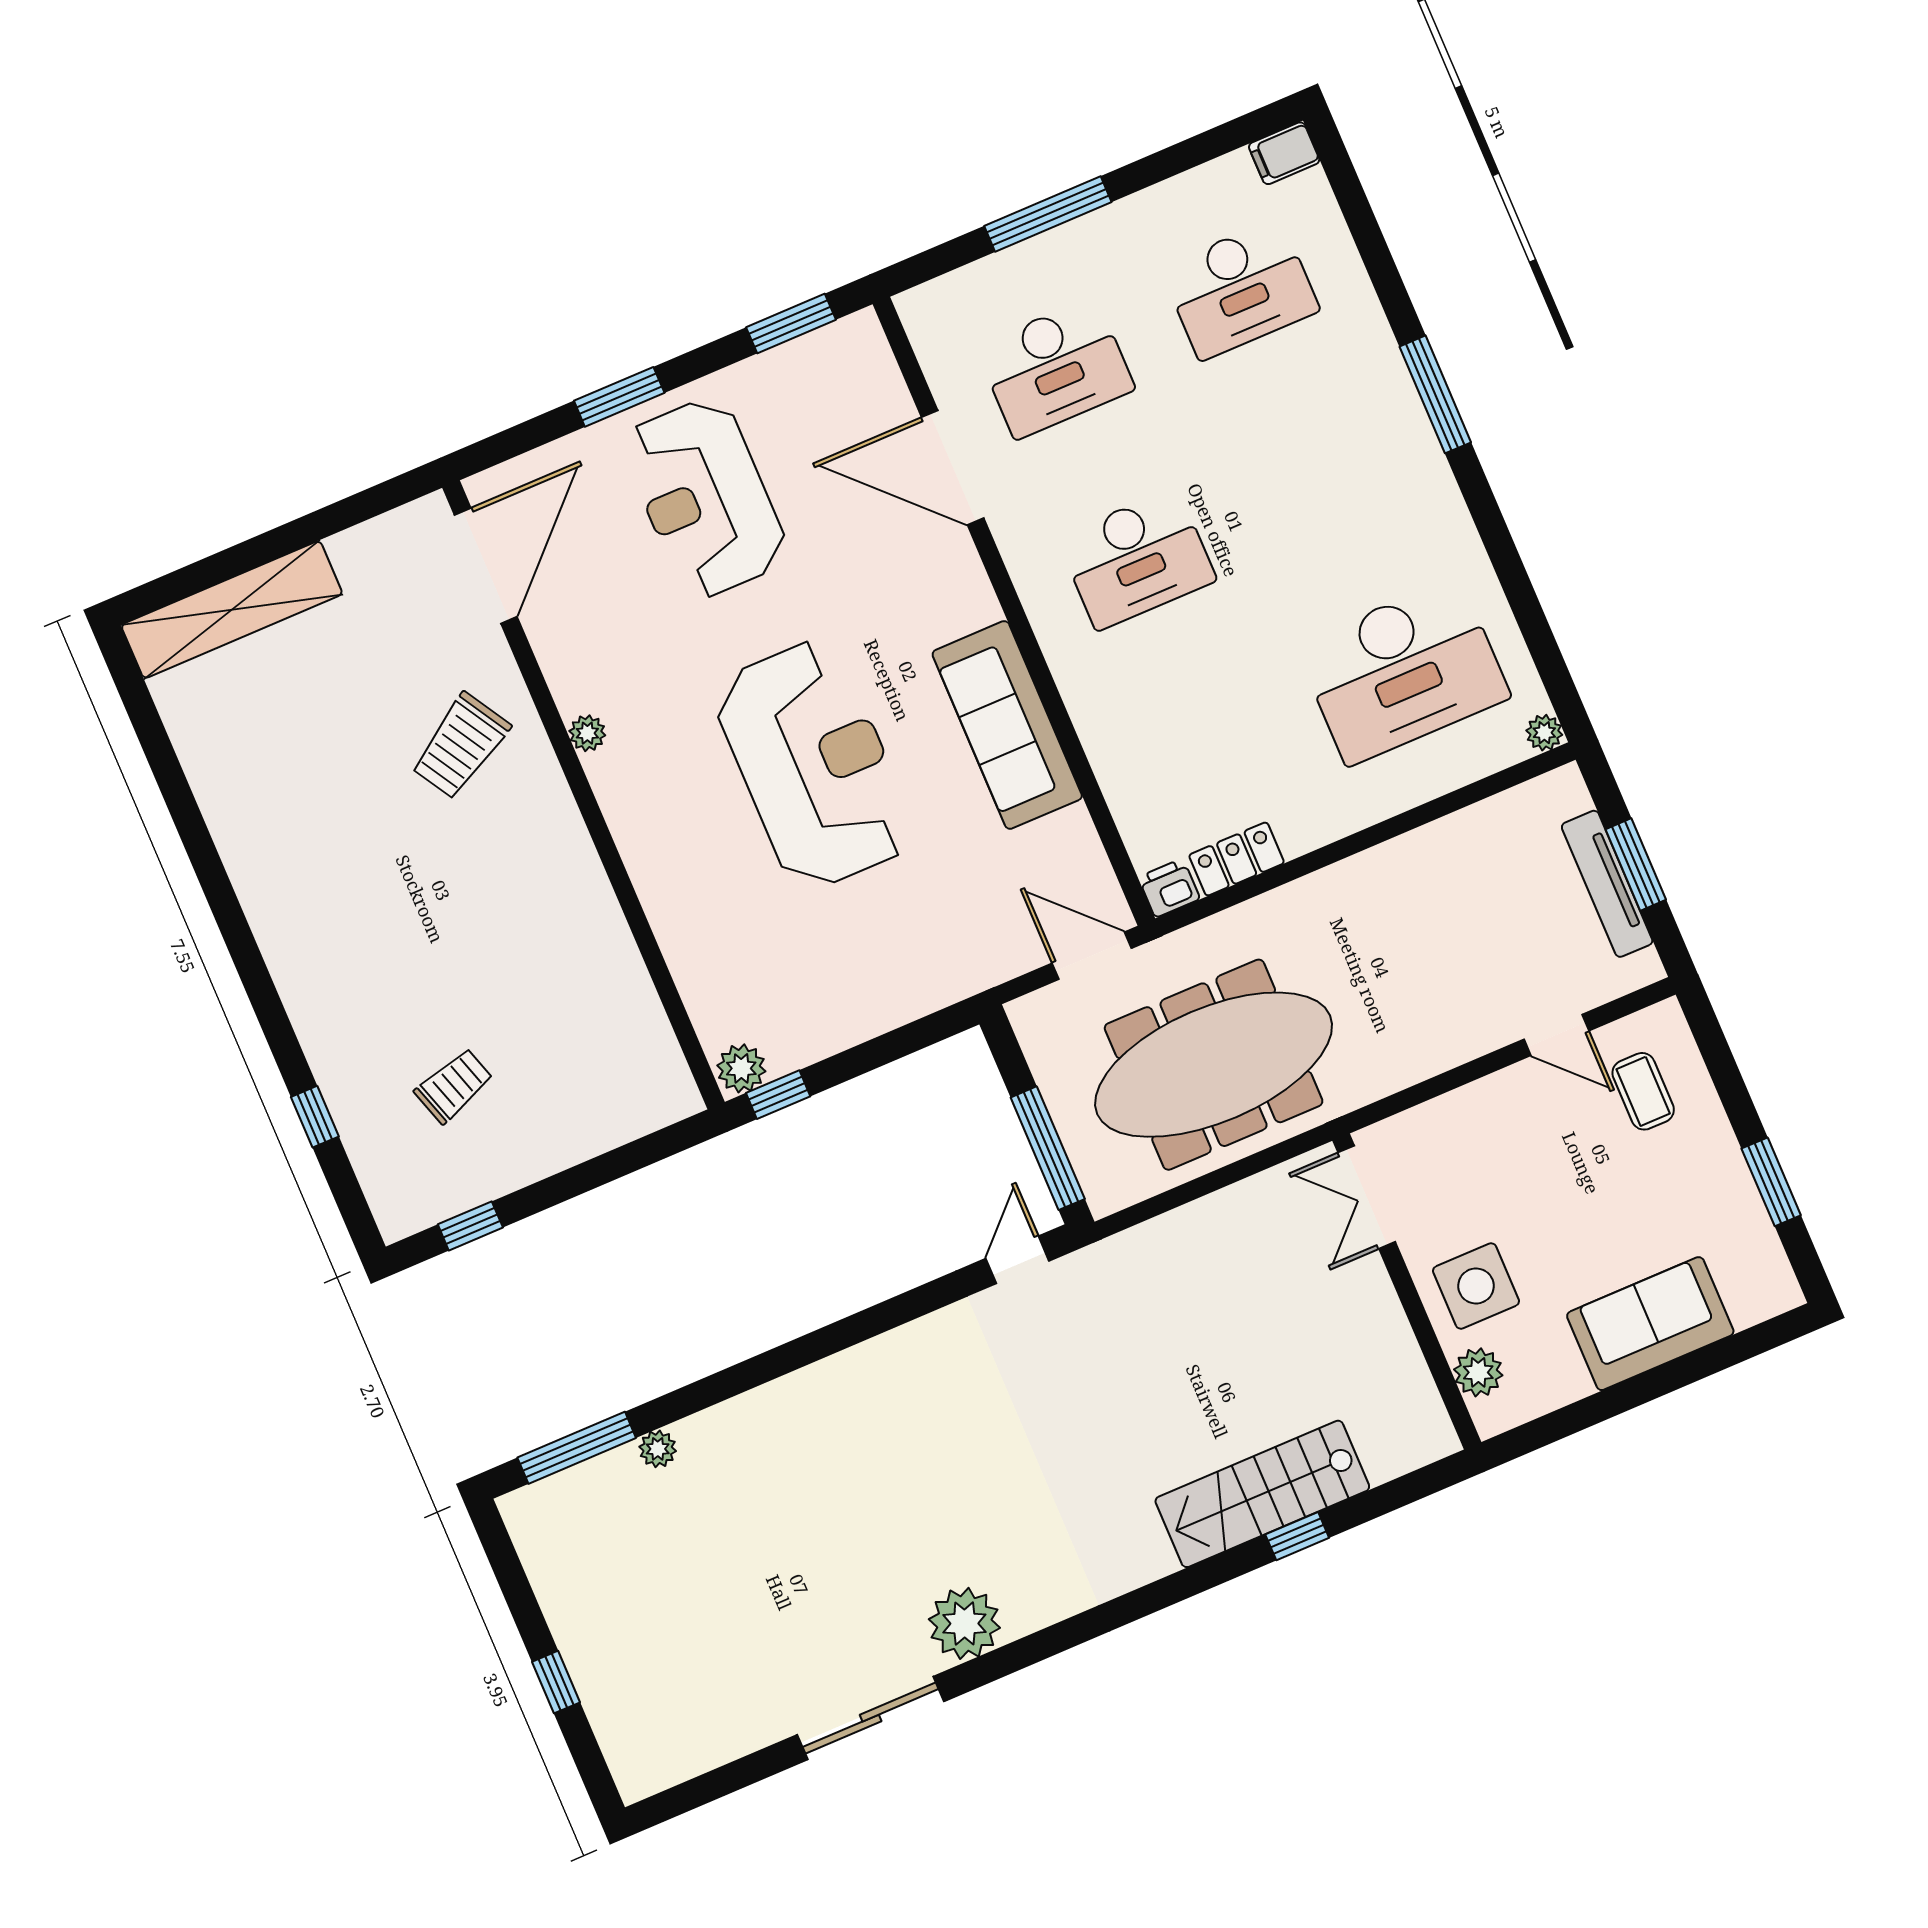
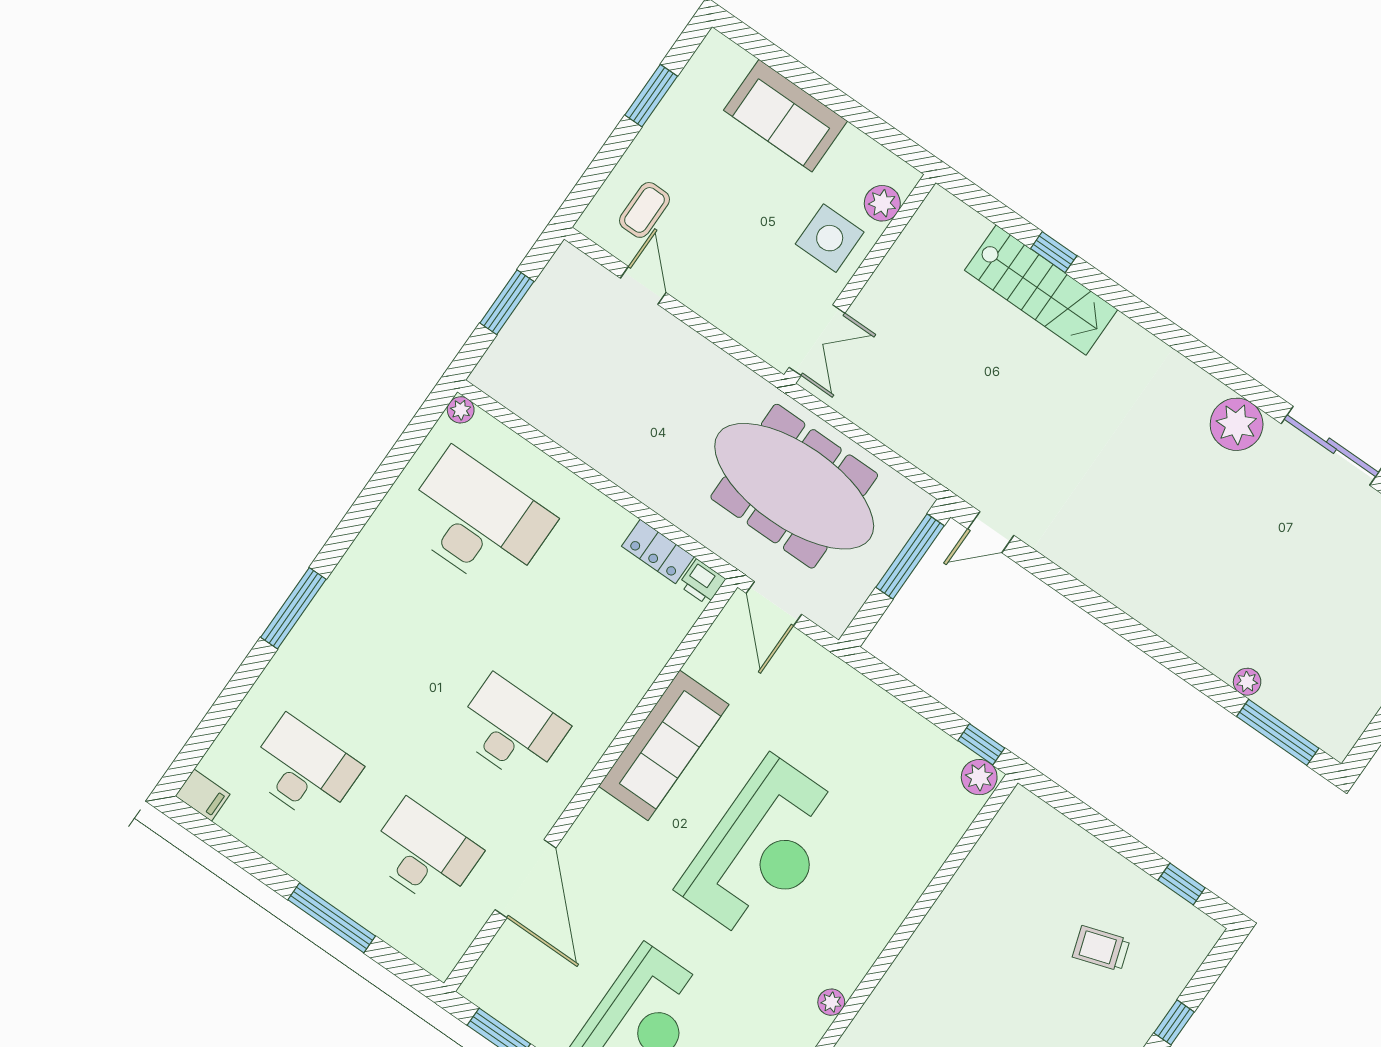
reception desk: (814, 765) -> (763, 850), turned 180
tv unit: (1607, 884) -> (530, 313), removed

